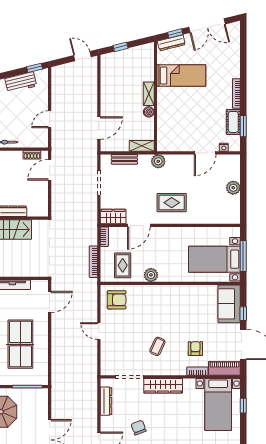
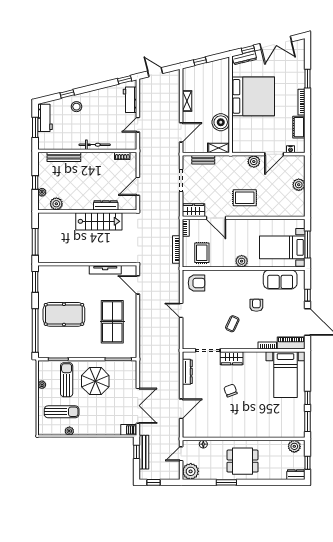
door: (82, 56) -> (155, 72), moved
bed: (181, 76) -> (253, 96), width x2.04
workbench: (21, 82) -> (130, 100), moved, turned 104
shelving: (149, 94) -> (187, 101), moved
boiler: (149, 112) -> (221, 122), width x1.86, depth x1.86
window: (243, 126) -> (308, 79), moved
plant: (158, 161) -> (254, 162), moved
door: (50, 170) -> (138, 186), moved
door: (139, 225) -> (216, 218), hinge flipped
plant: (151, 275) -> (242, 261), moved
door: (50, 302) -> (138, 285), swing flipped
sofa: (229, 304) -> (280, 279), moved, turned -90
armchair: (195, 349) -> (256, 305), moved
wardrobe: (163, 386) -> (232, 358), width x0.67
window: (243, 406) -> (308, 398), moved
chair: (139, 428) -> (230, 391), moved

